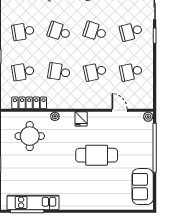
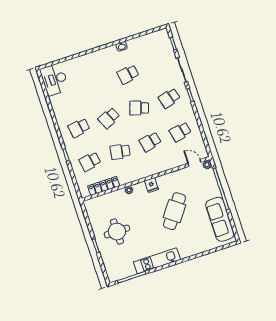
school desk: (59, 31) -> (109, 118), turned -42
door: (119, 110) -> (195, 163), moved
round table: (30, 136) -> (117, 231), moved
cafe table: (97, 155) -> (174, 211), turned -53
sofa: (143, 187) -> (220, 219), width x1.36
kitchen unit: (33, 202) -> (157, 261), moved

